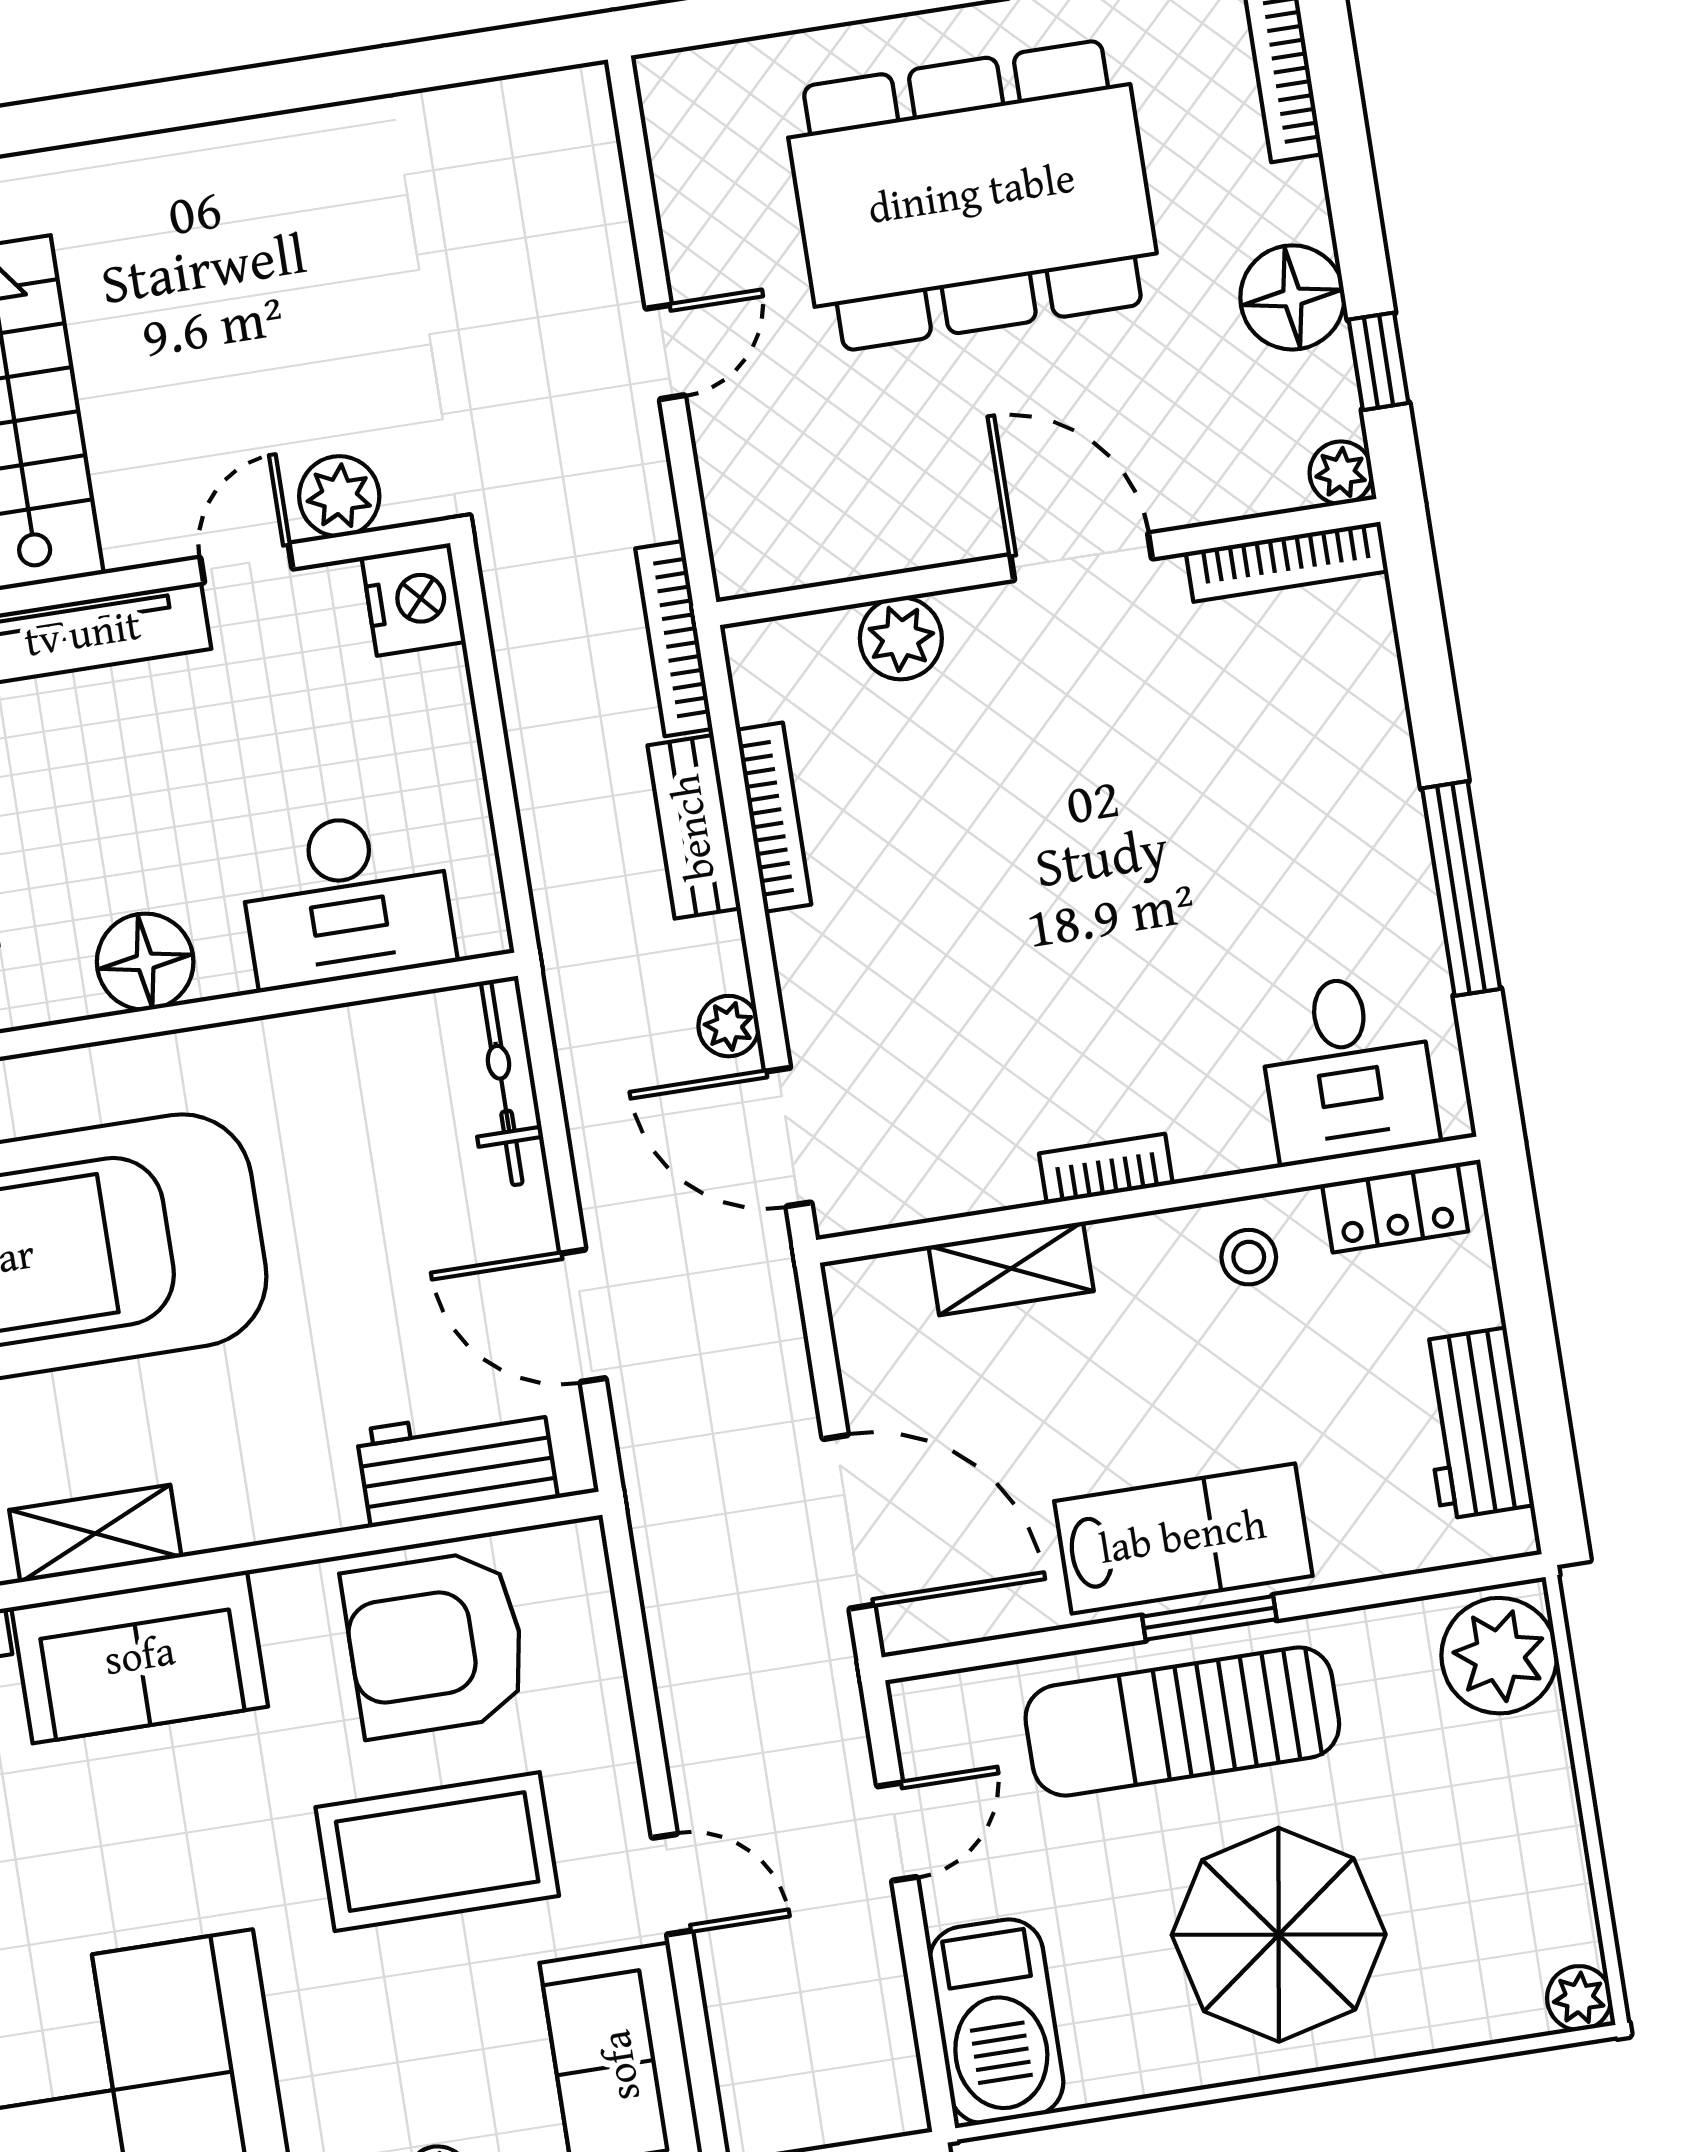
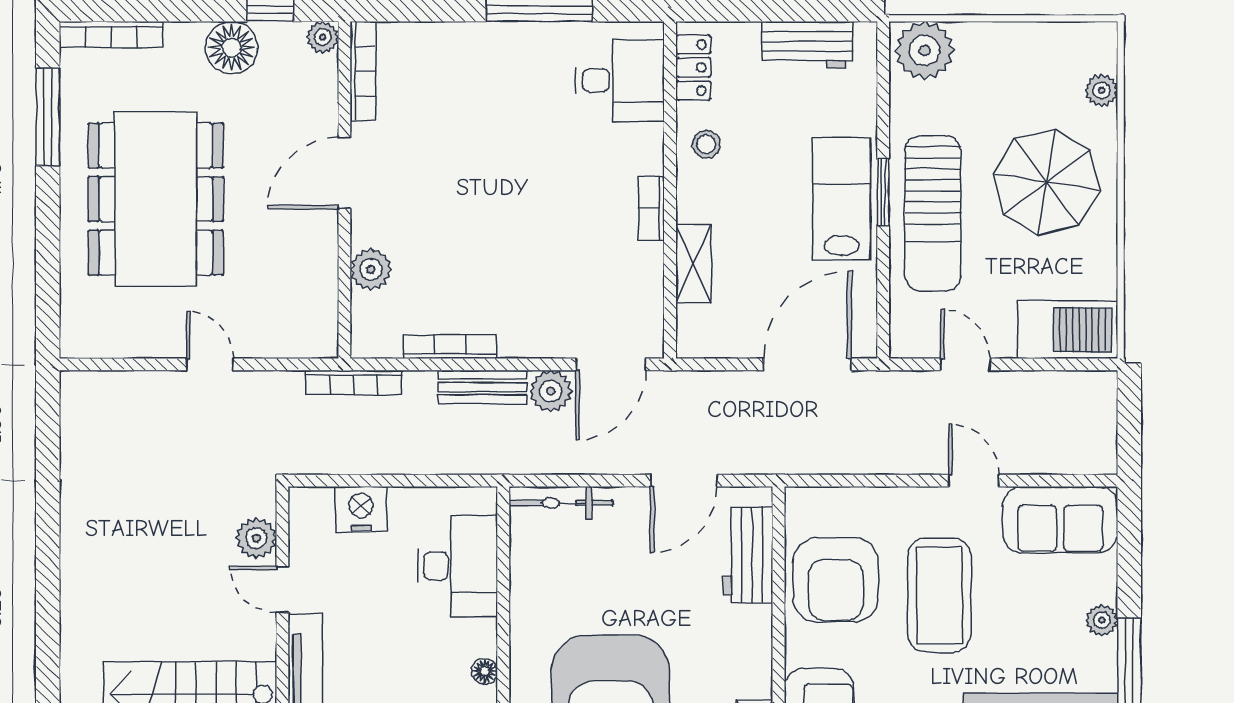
nightstand: (414, 599) -> (361, 509), moved
bench: (694, 827) -> (482, 387), moved
floor lamp: (145, 962) -> (485, 671), width x0.53, depth x0.53
plant: (729, 1026) -> (551, 391), width x1.38, depth x1.38
door: (672, 1884) -> (974, 481), hinge flipped
plant: (1579, 1998) -> (1102, 90), moved

